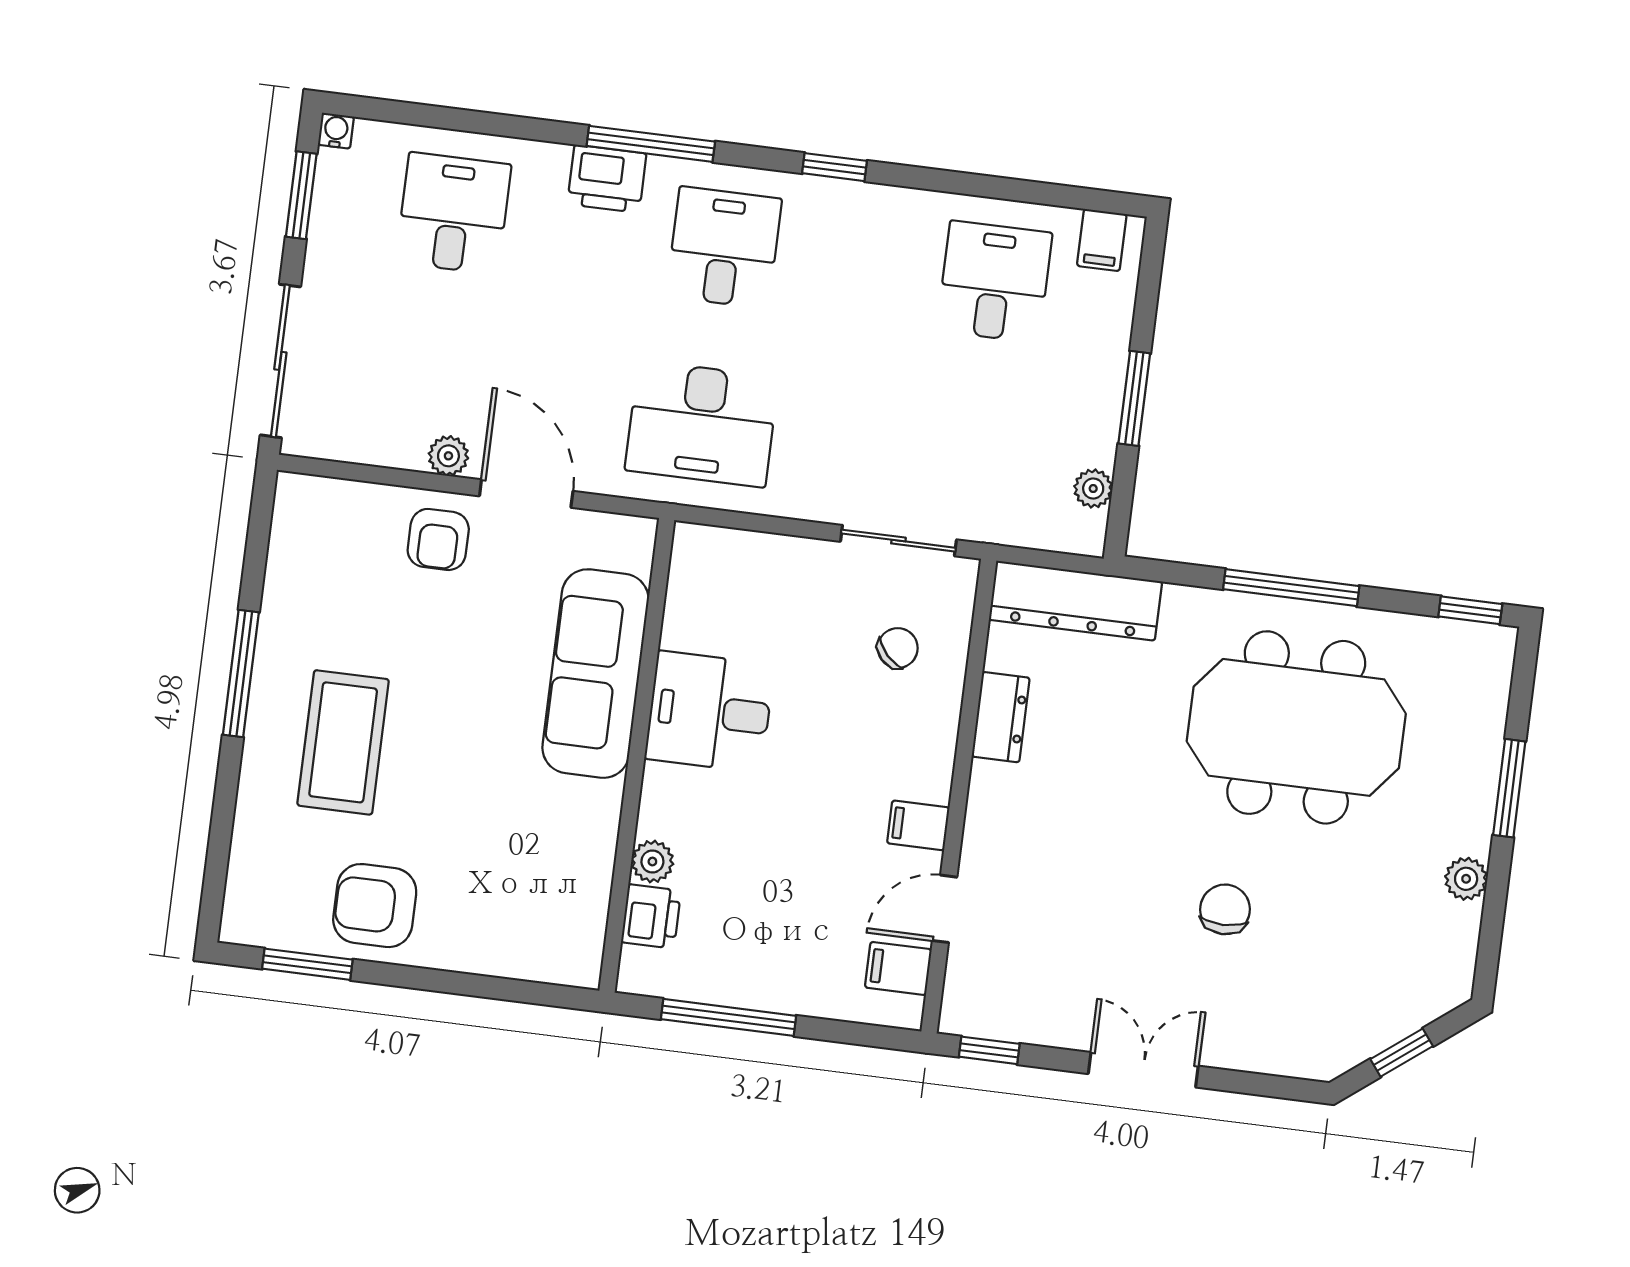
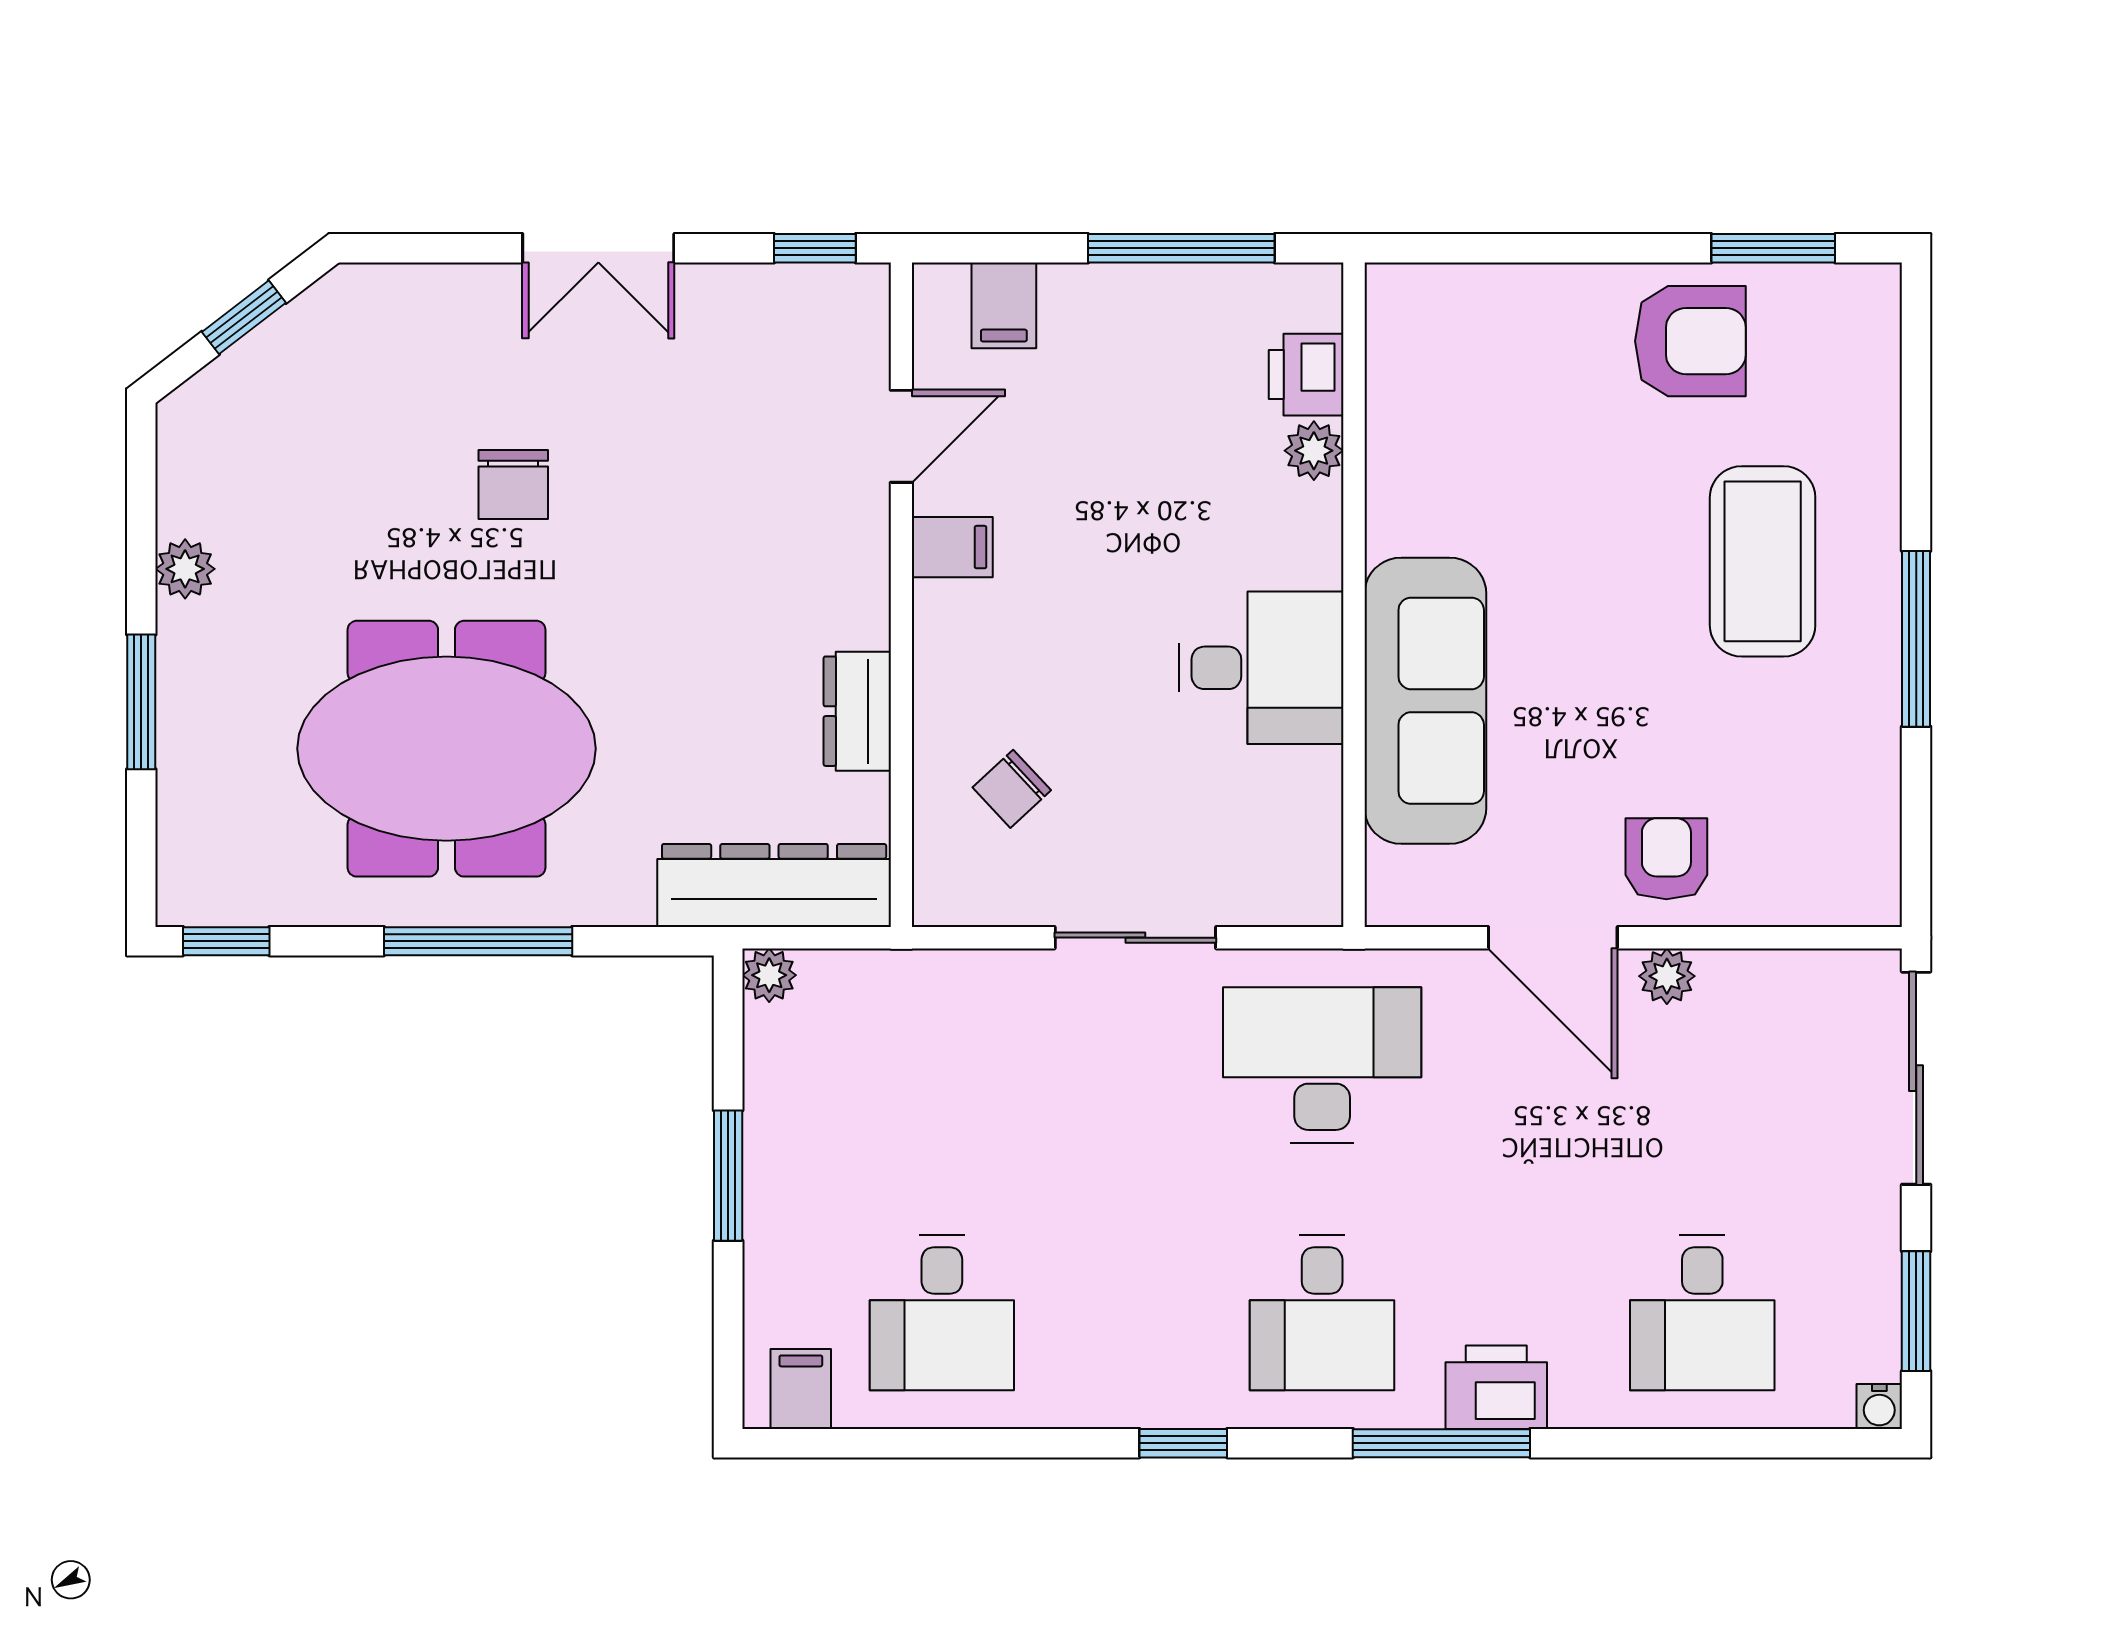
plant: (1093, 488) -> (769, 975), moved
sliding door: (898, 541) -> (1135, 938), moved
filing cabinet: (898, 968) -> (1004, 305), moved, turned 90

